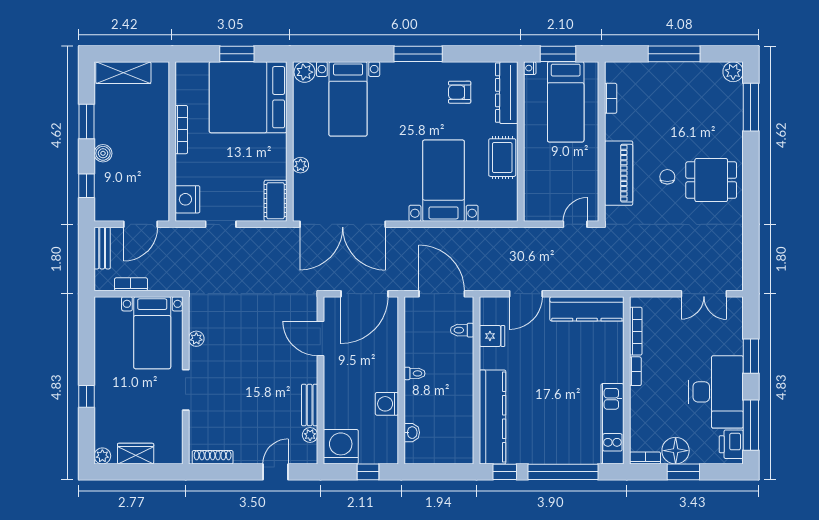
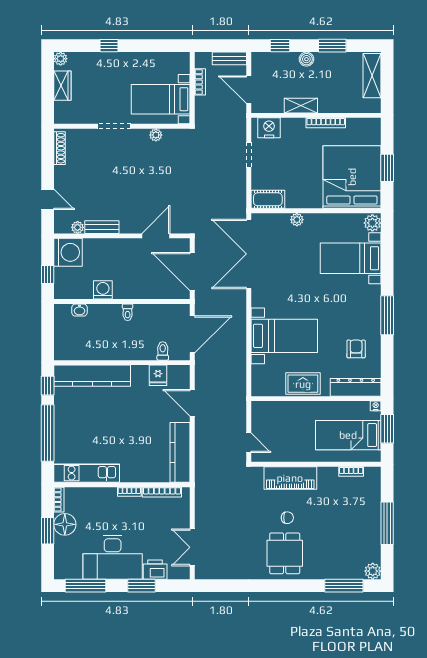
shelving: (160, 160) -> (301, 106), added
printer: (731, 444) -> (155, 570), moved

